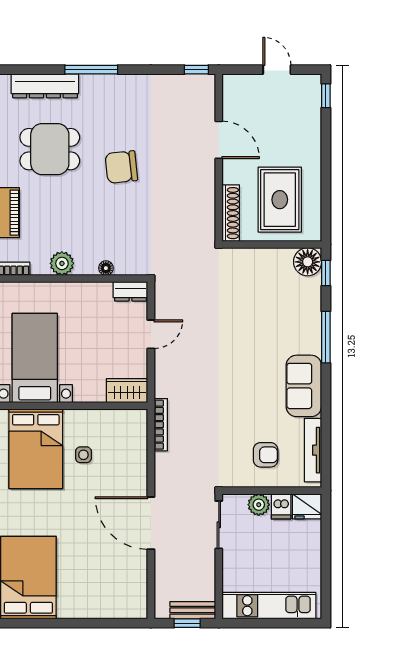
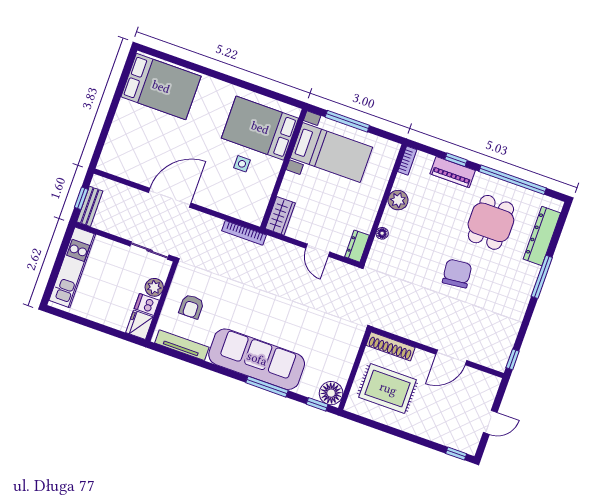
sofa: (304, 386) -> (257, 359), width x1.85, depth x1.27

